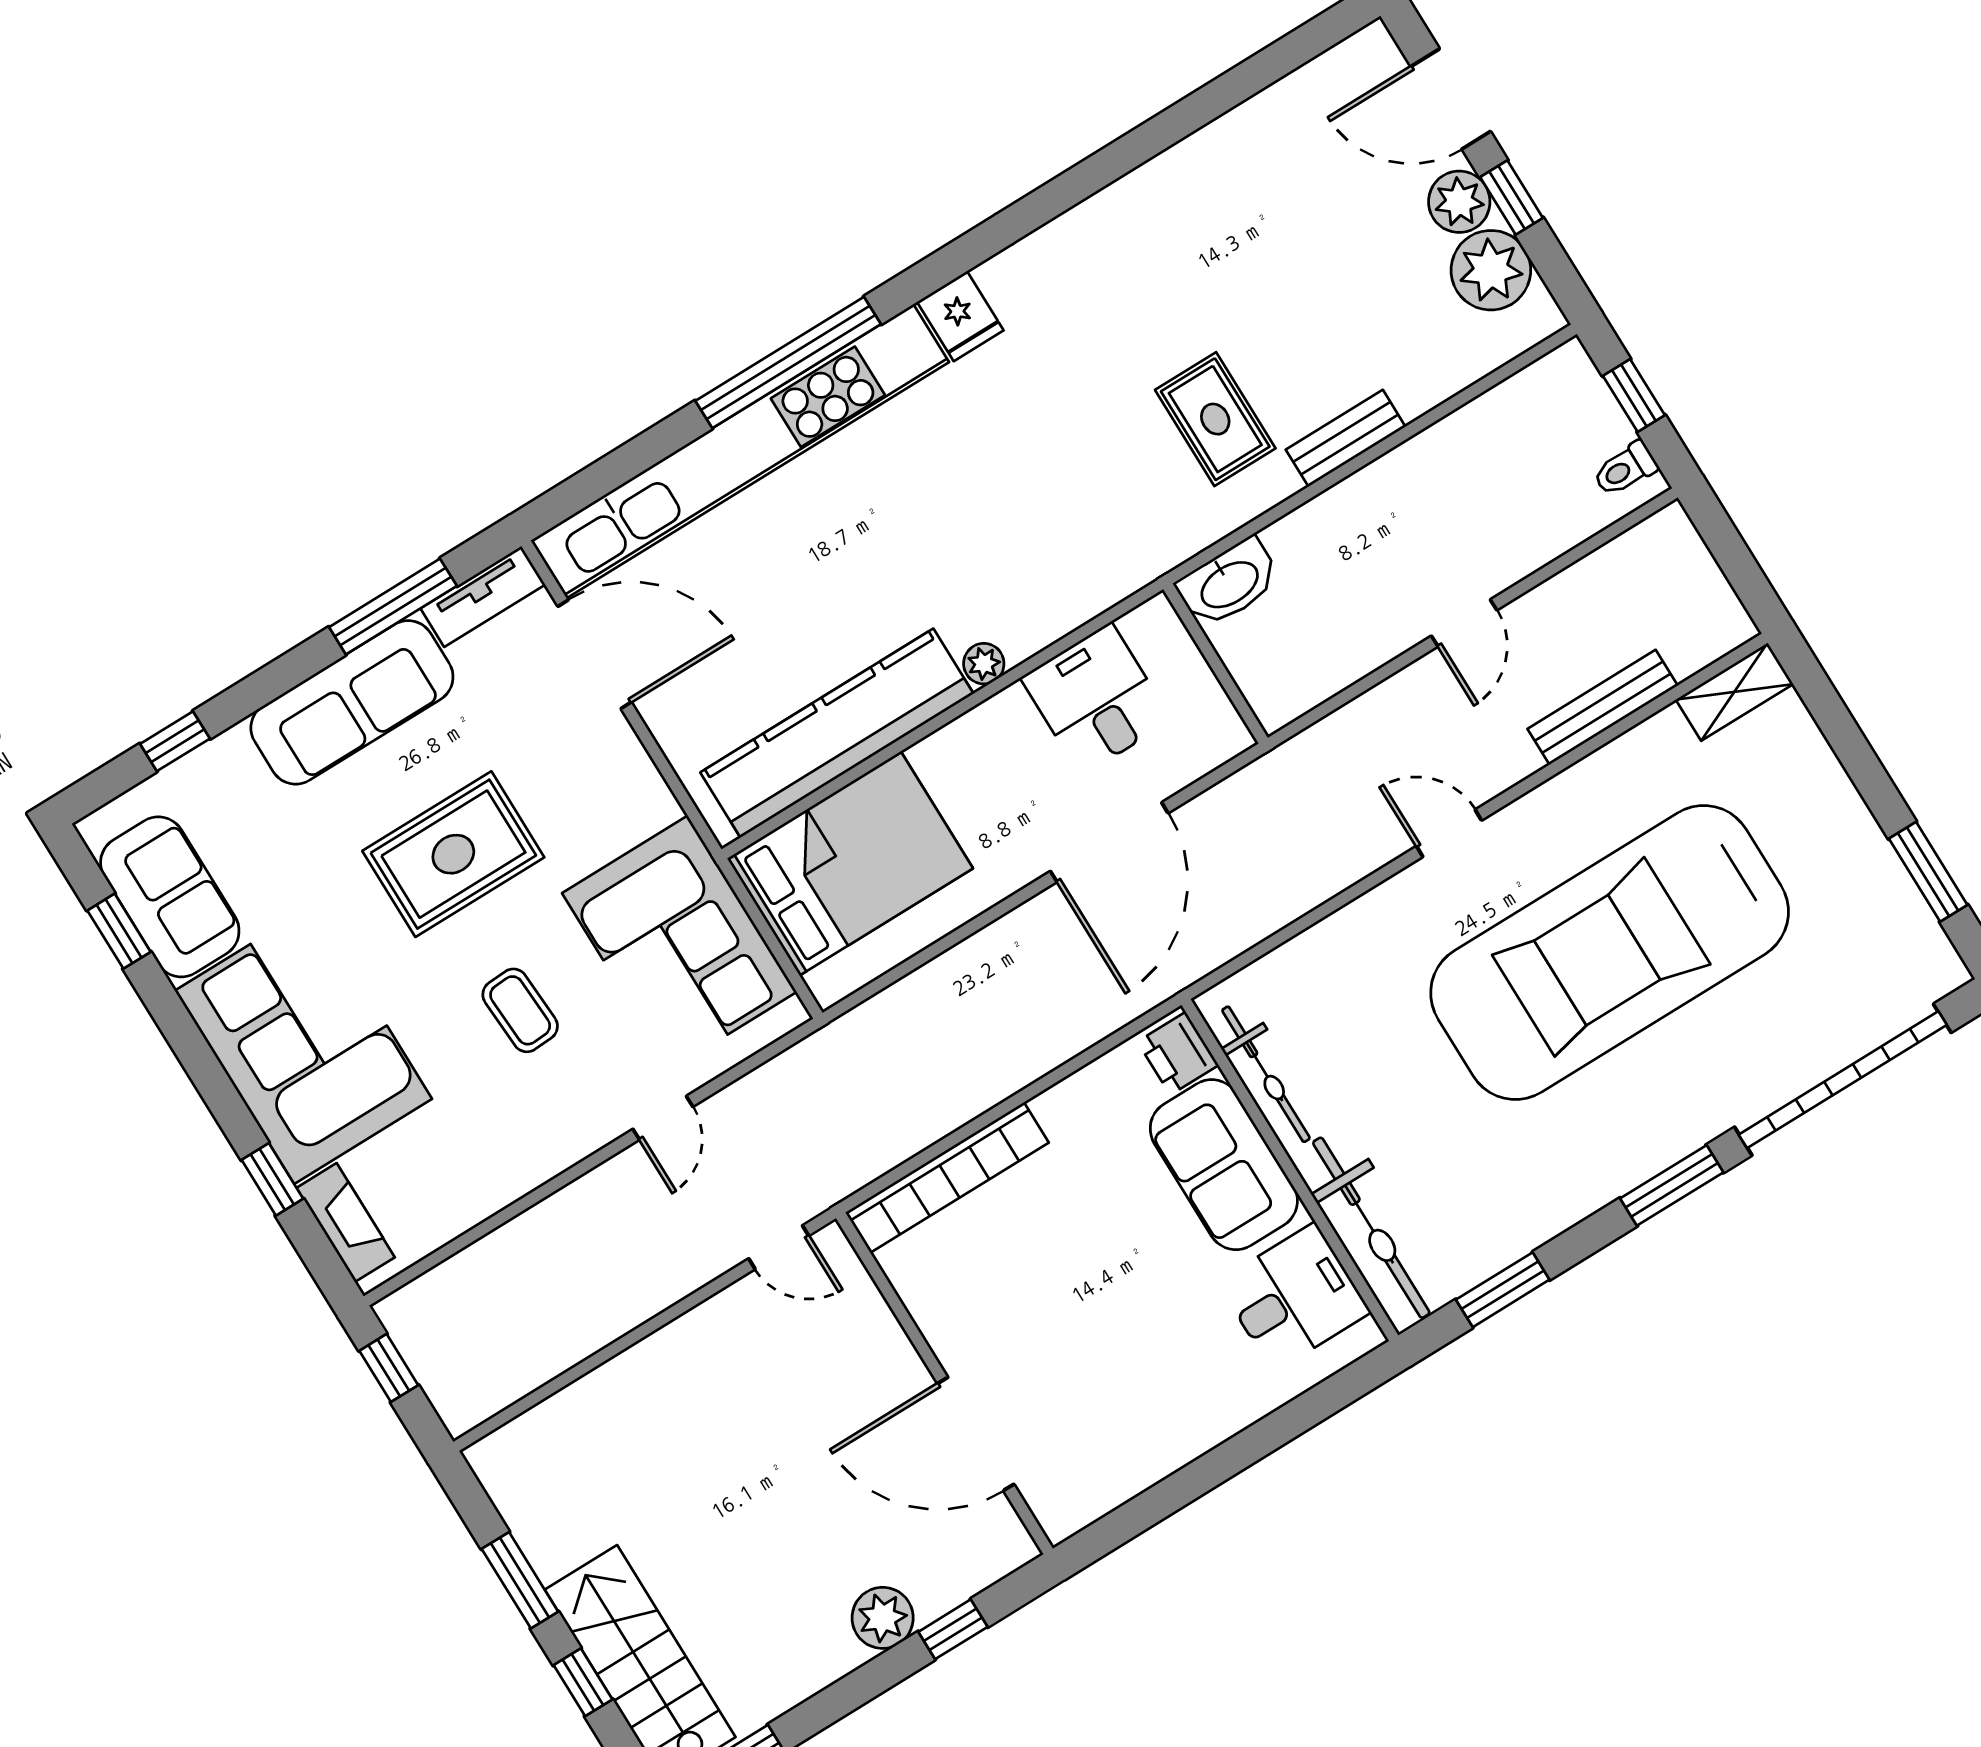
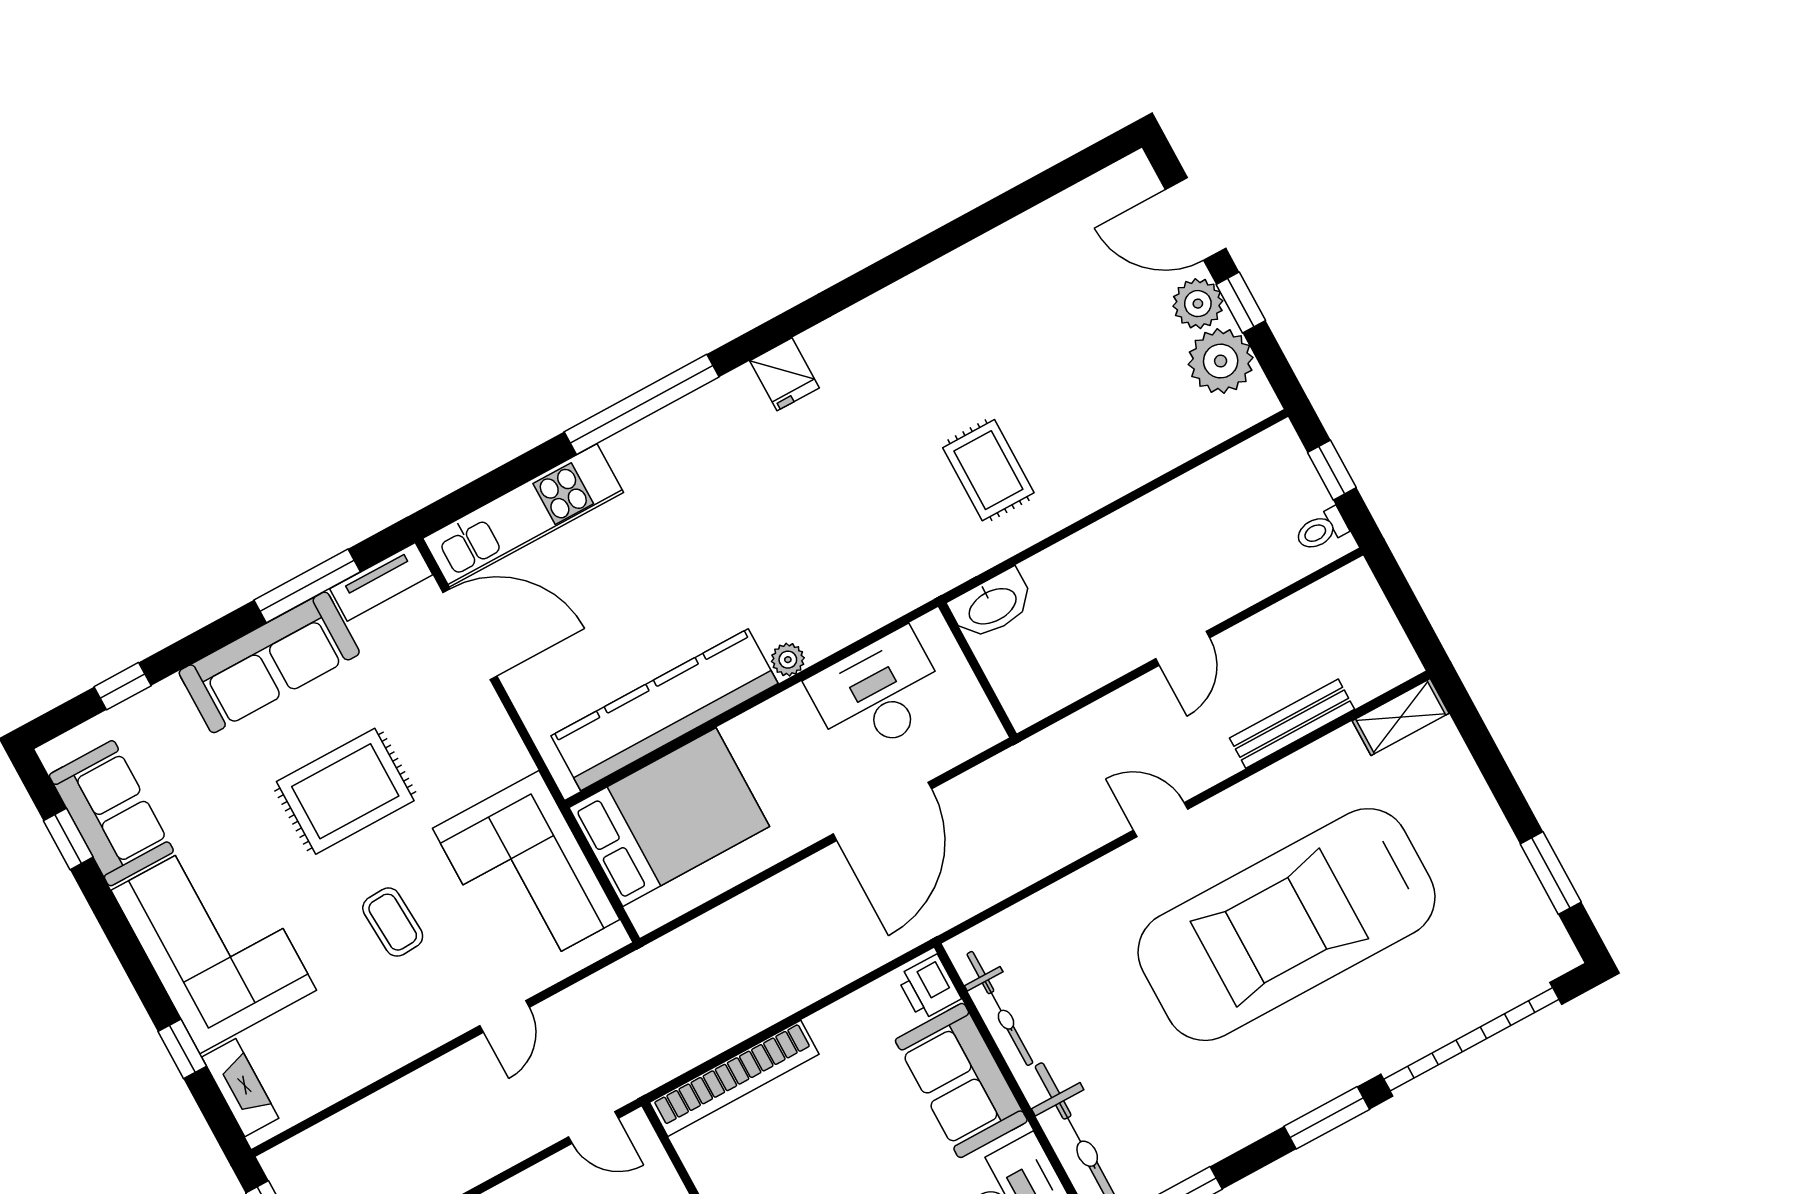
bench: (1346, 438) -> (1094, 492), removed
kitchen unit: (740, 451) -> (523, 515), width x0.54
desk: (1096, 699) -> (878, 694), width x1.37

